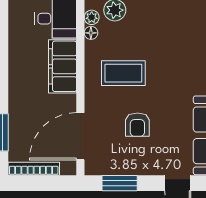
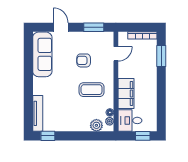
armchair: (137, 125) -> (84, 60), turned -90
door: (80, 136) -> (116, 54), width x0.53

